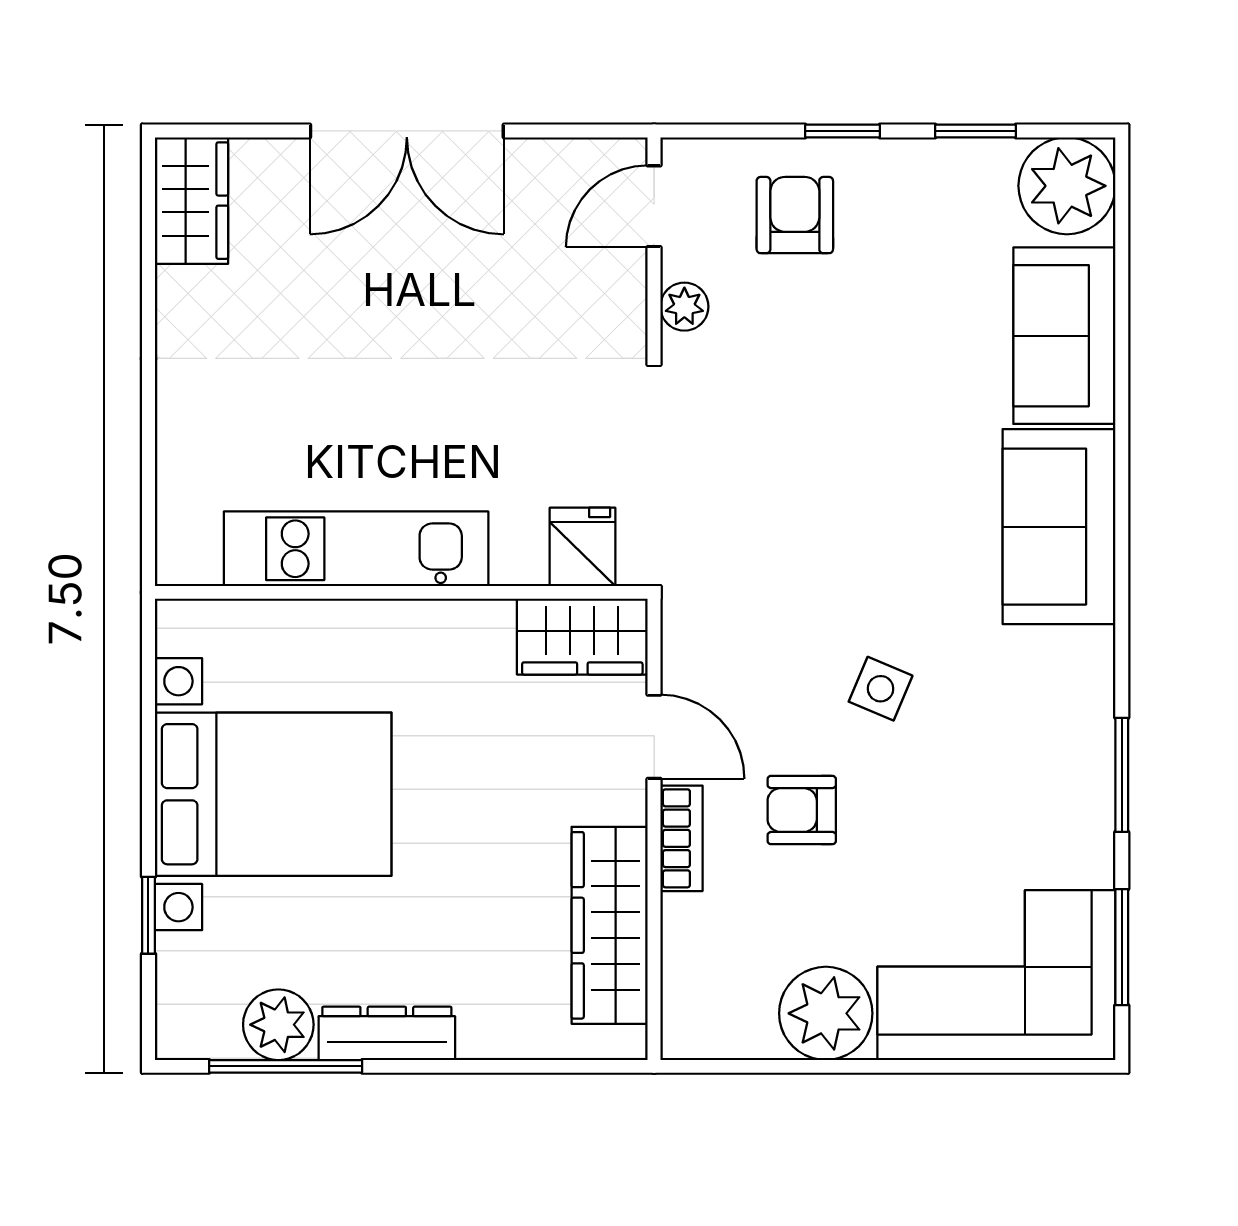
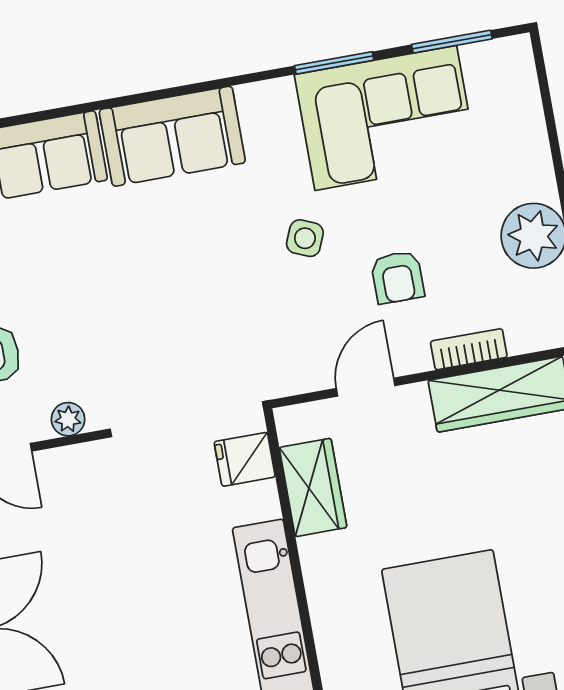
wardrobe: (582, 637) -> (313, 487), moved
bookcase: (681, 838) -> (469, 349), moved
corner sofa: (996, 975) -> (386, 118), moved, turned -90

